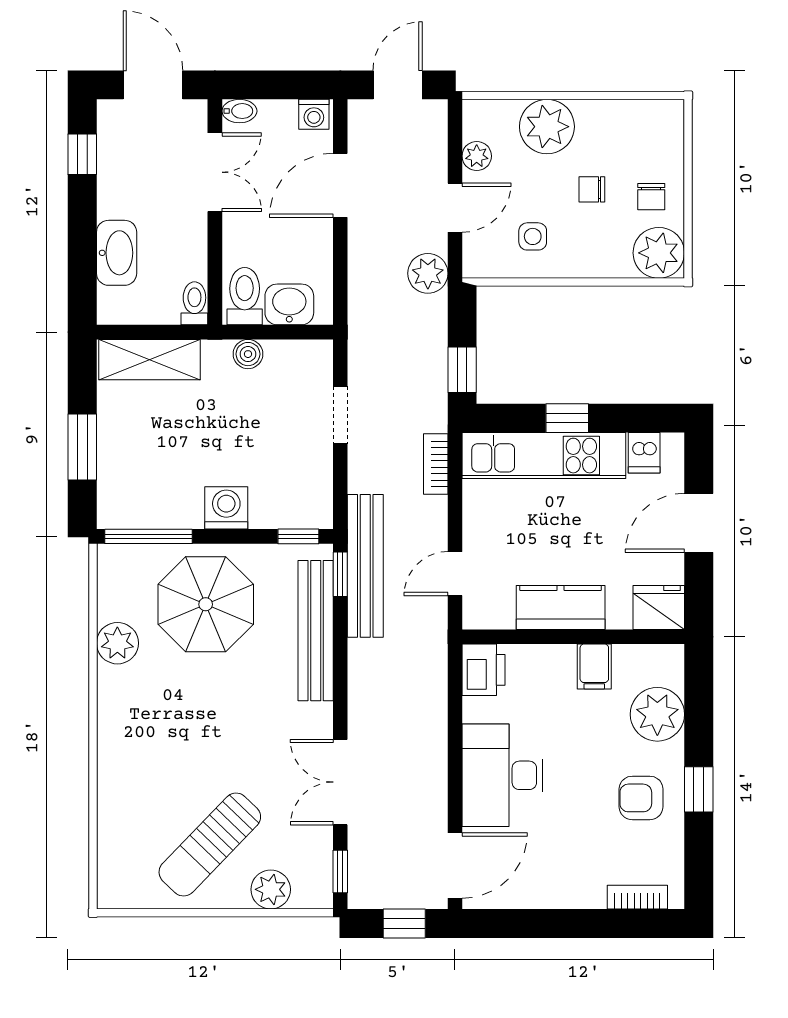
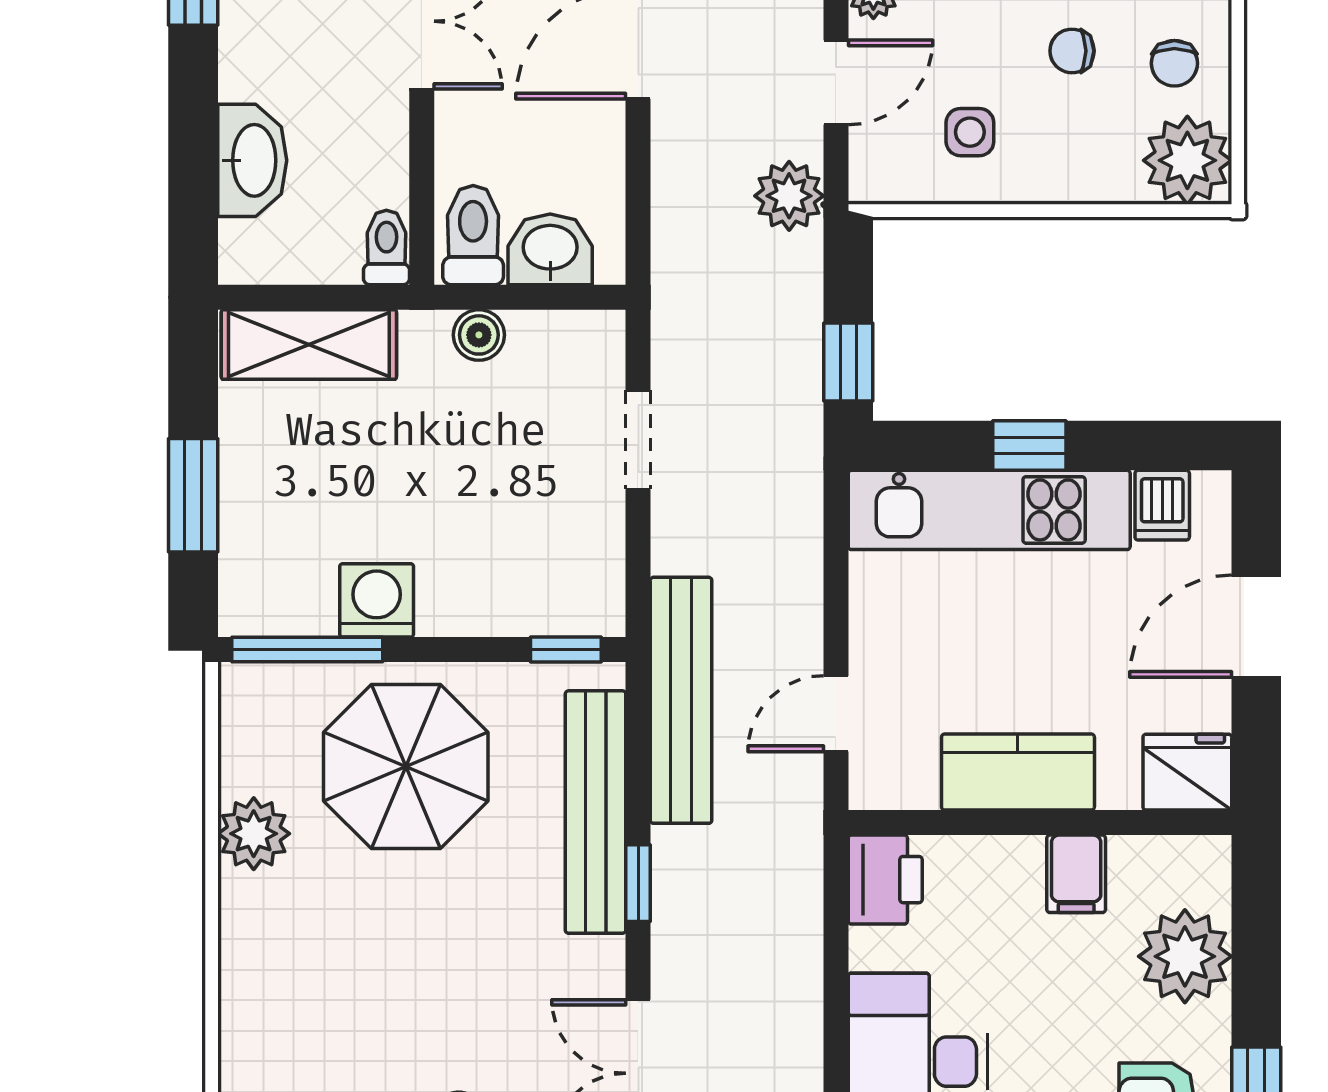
bookcase: (436, 464) -> (803, 525), removed
washing machine: (226, 508) -> (377, 600), moved
window: (340, 574) -> (638, 883), moved

